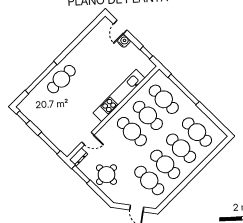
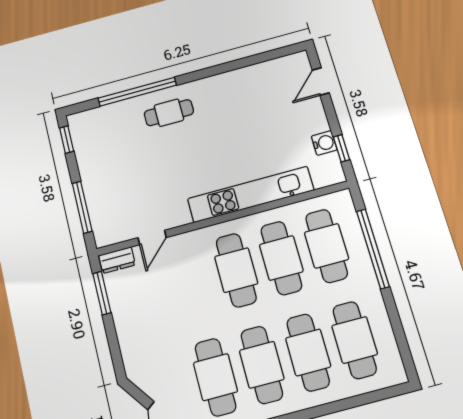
water cooler: (124, 41) -> (324, 143), moved
cafe table: (61, 79) -> (169, 113), width x0.73, depth x0.74
door: (88, 139) -> (152, 238), hinge flipped
round table: (107, 175) -> (146, 320), removed

